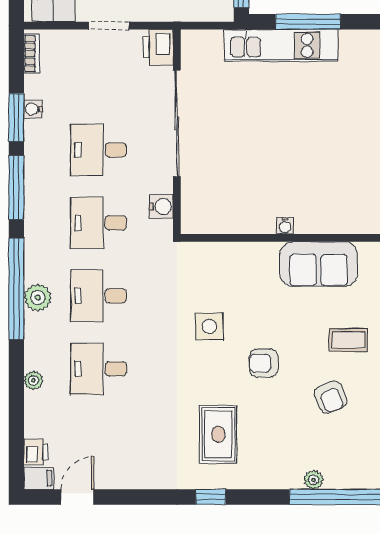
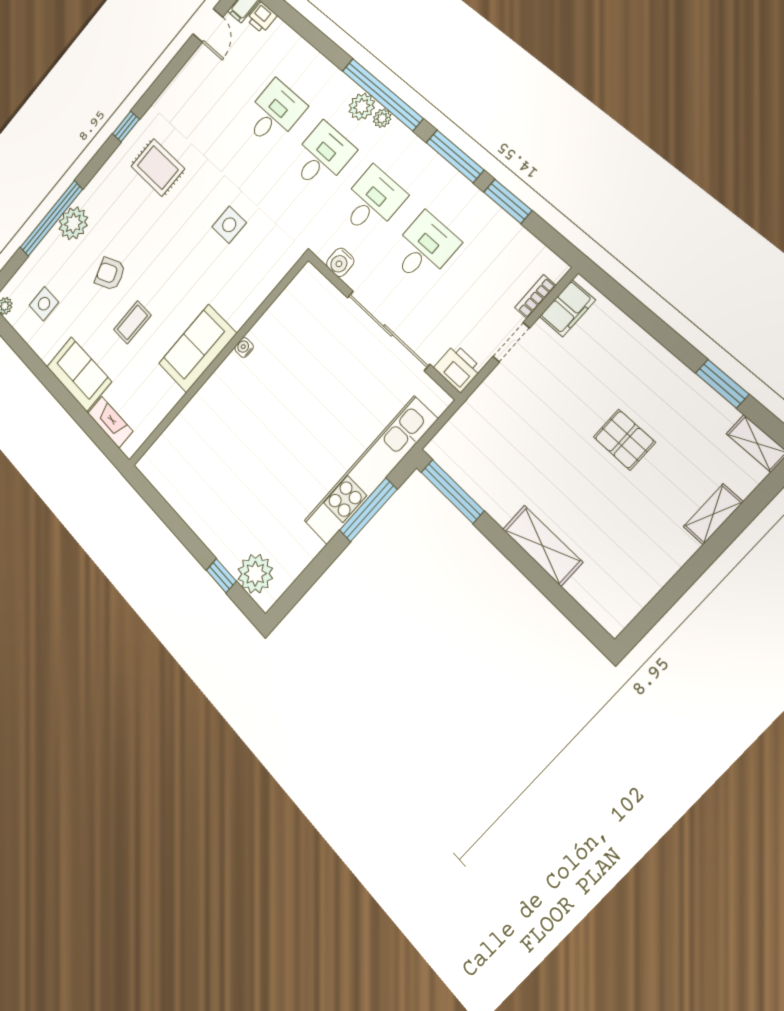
kitchen unit: (281, 45) -> (370, 470), width x1.36
bookcase: (32, 54) -> (535, 296), moved, turned 90
water cooler: (33, 109) -> (502, 221), removed
armchair: (264, 363) -> (172, 244), removed
plant: (33, 380) -> (382, 118), moved
plant: (314, 480) -> (73, 223), width x1.88, depth x1.88

